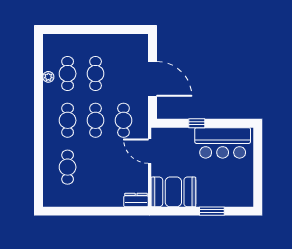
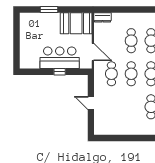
cafe table: (96, 74) -> (131, 41), moved
door: (152, 79) -> (91, 103), width x0.53
bar counter: (223, 143) -> (60, 58), moved

